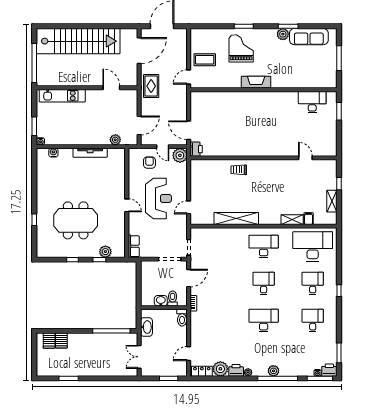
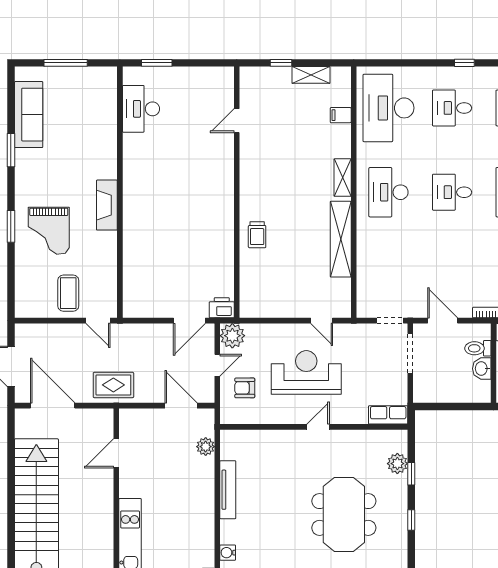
plant: (283, 34) -> (24, 159), removed
grand piano: (241, 48) -> (49, 231), turned -90
shelving: (292, 220) -> (343, 178), moved

